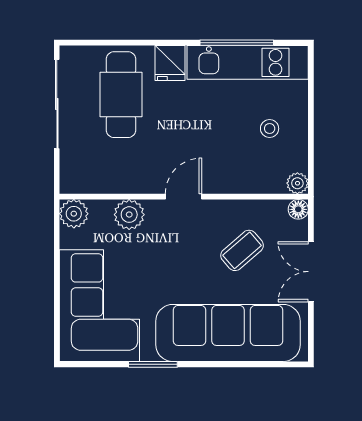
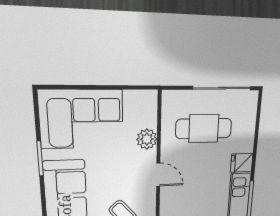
cafe table: (121, 95) -> (204, 129), moved
plant: (74, 214) -> (148, 100), removed

